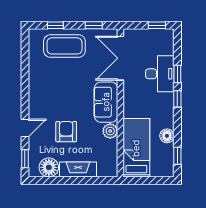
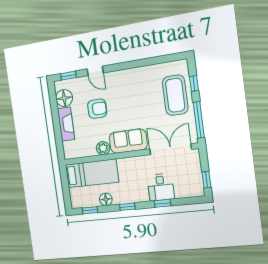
window: (94, 25) -> (199, 120), width x2.17
desk: (160, 74) -> (161, 187), width x0.73
window: (177, 99) -> (127, 207), moved

